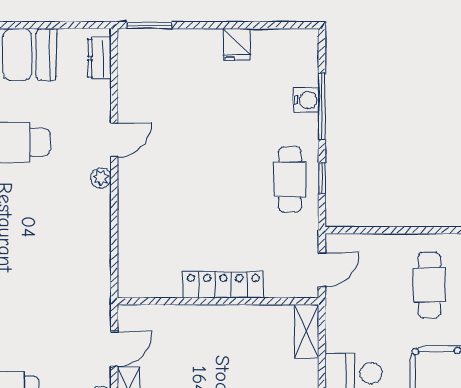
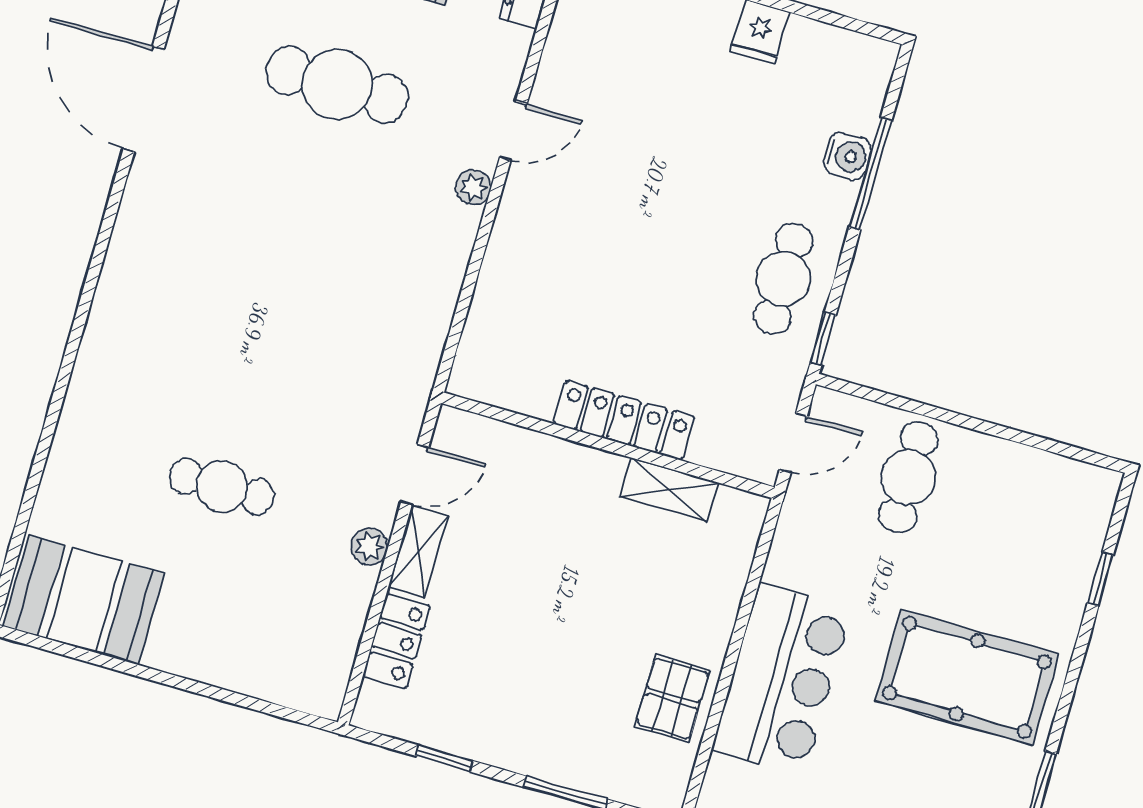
window: (322, 178) -> (823, 338), moved
cafe table: (429, 285) -> (908, 477), moved
shelving: (307, 331) -> (669, 490), moved, turned 90

